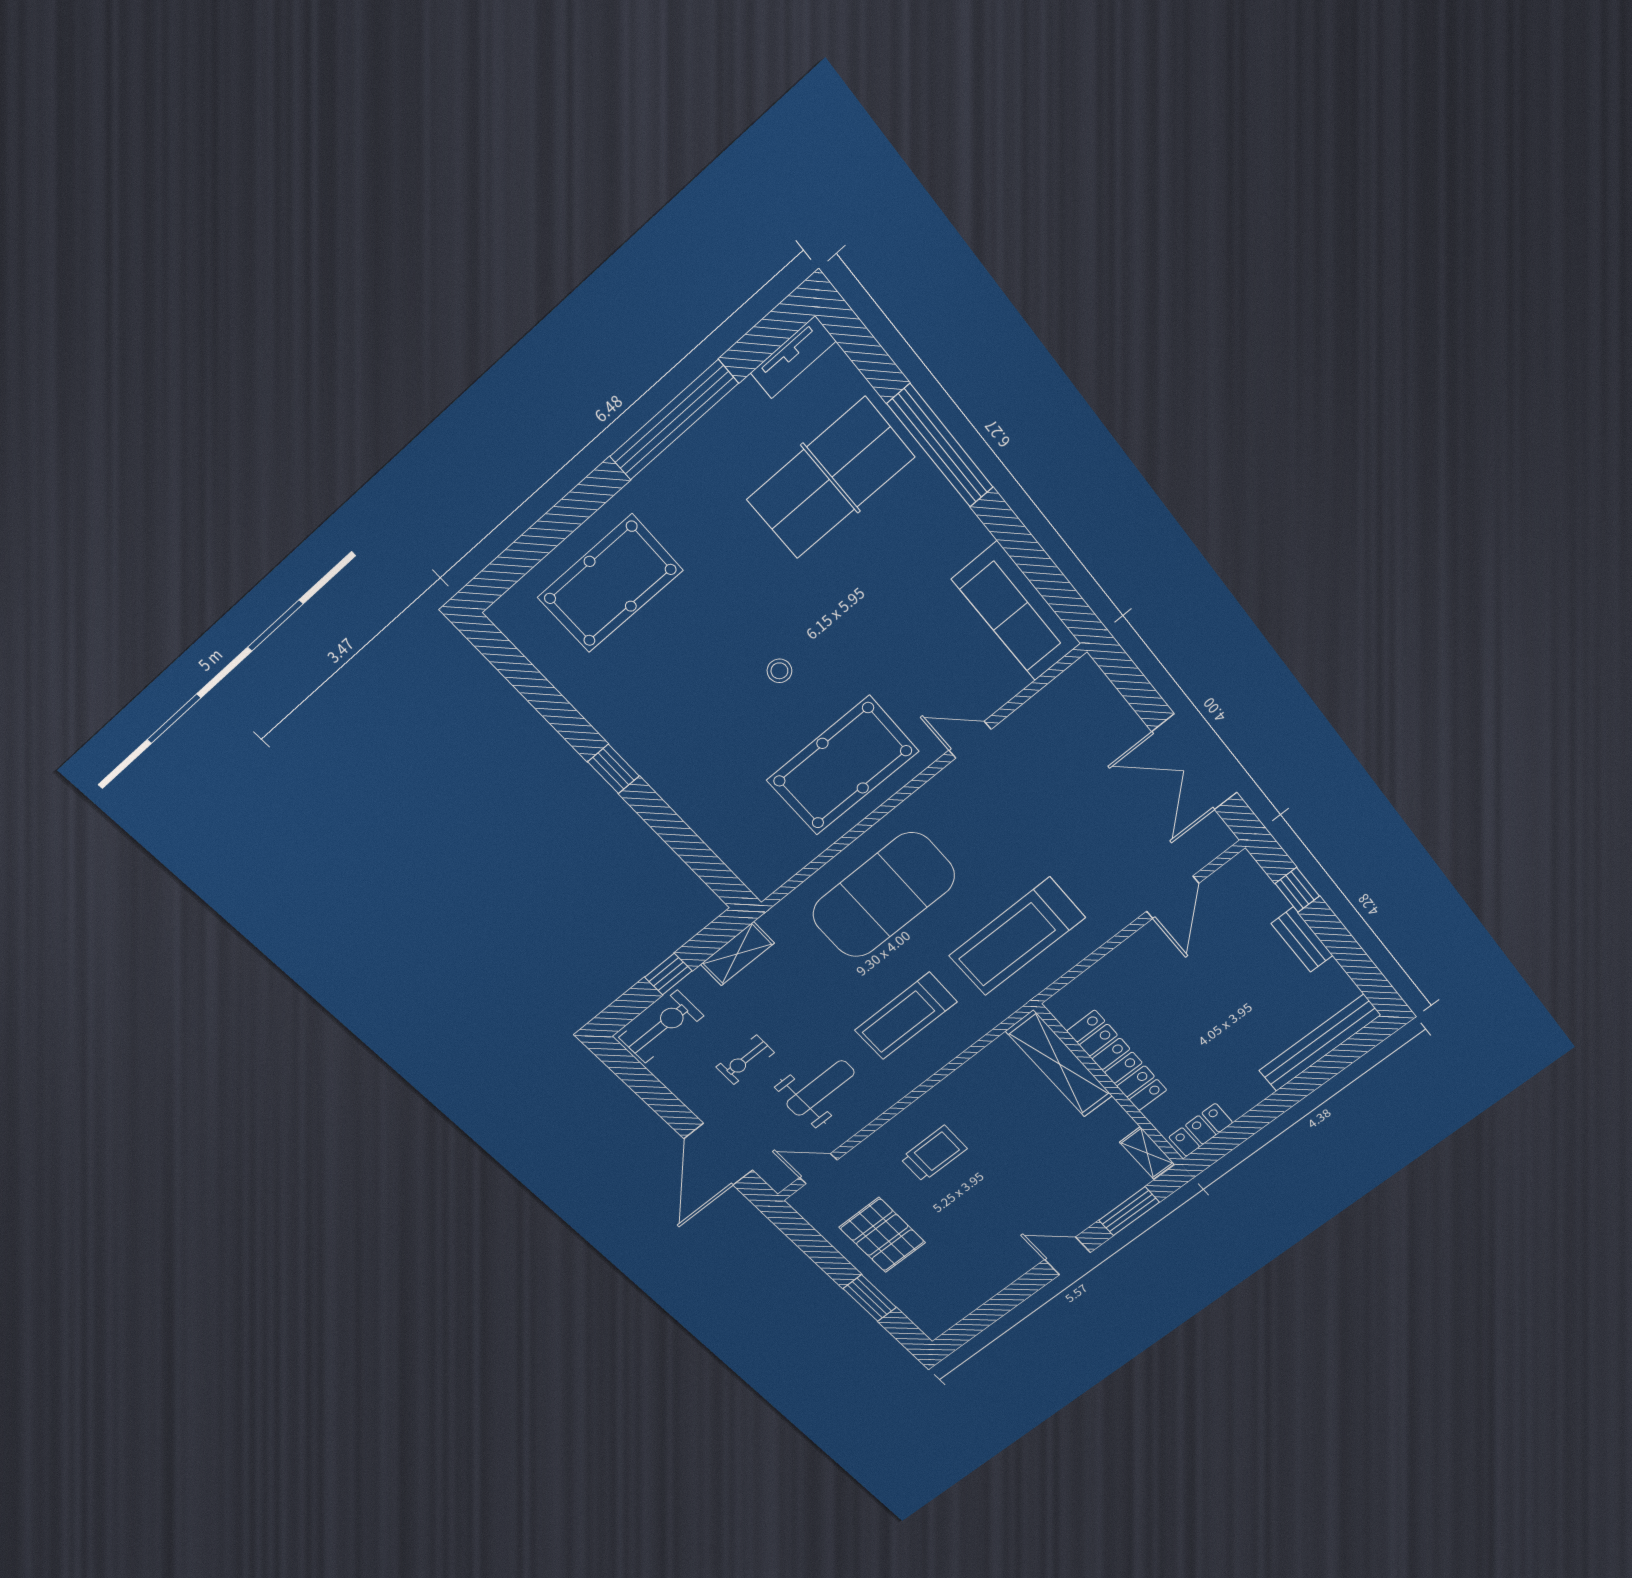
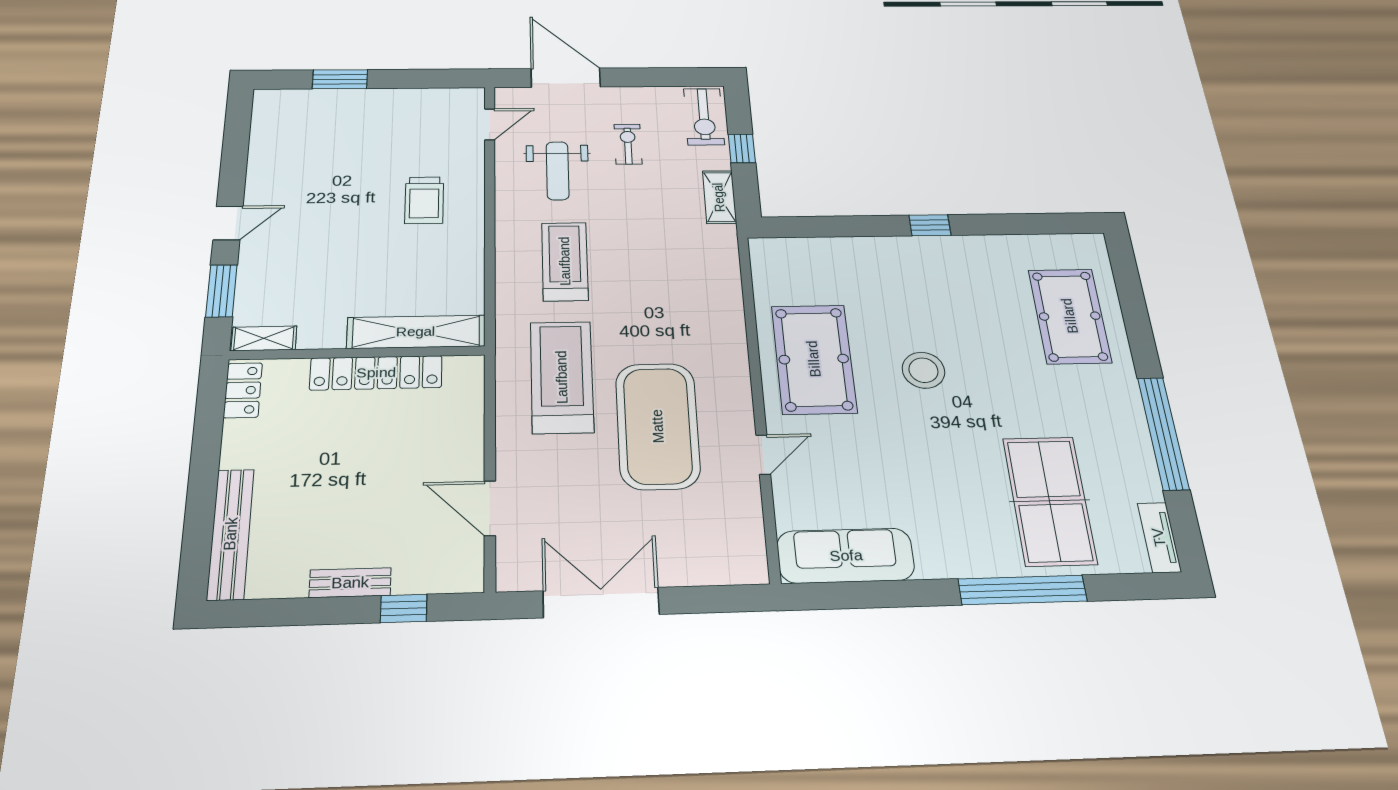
stool: (779, 671) -> (923, 370), width x1.89, depth x1.89
exercise mat: (884, 895) -> (658, 426), moved
pallet: (882, 1235) -> (388, 123), removed

